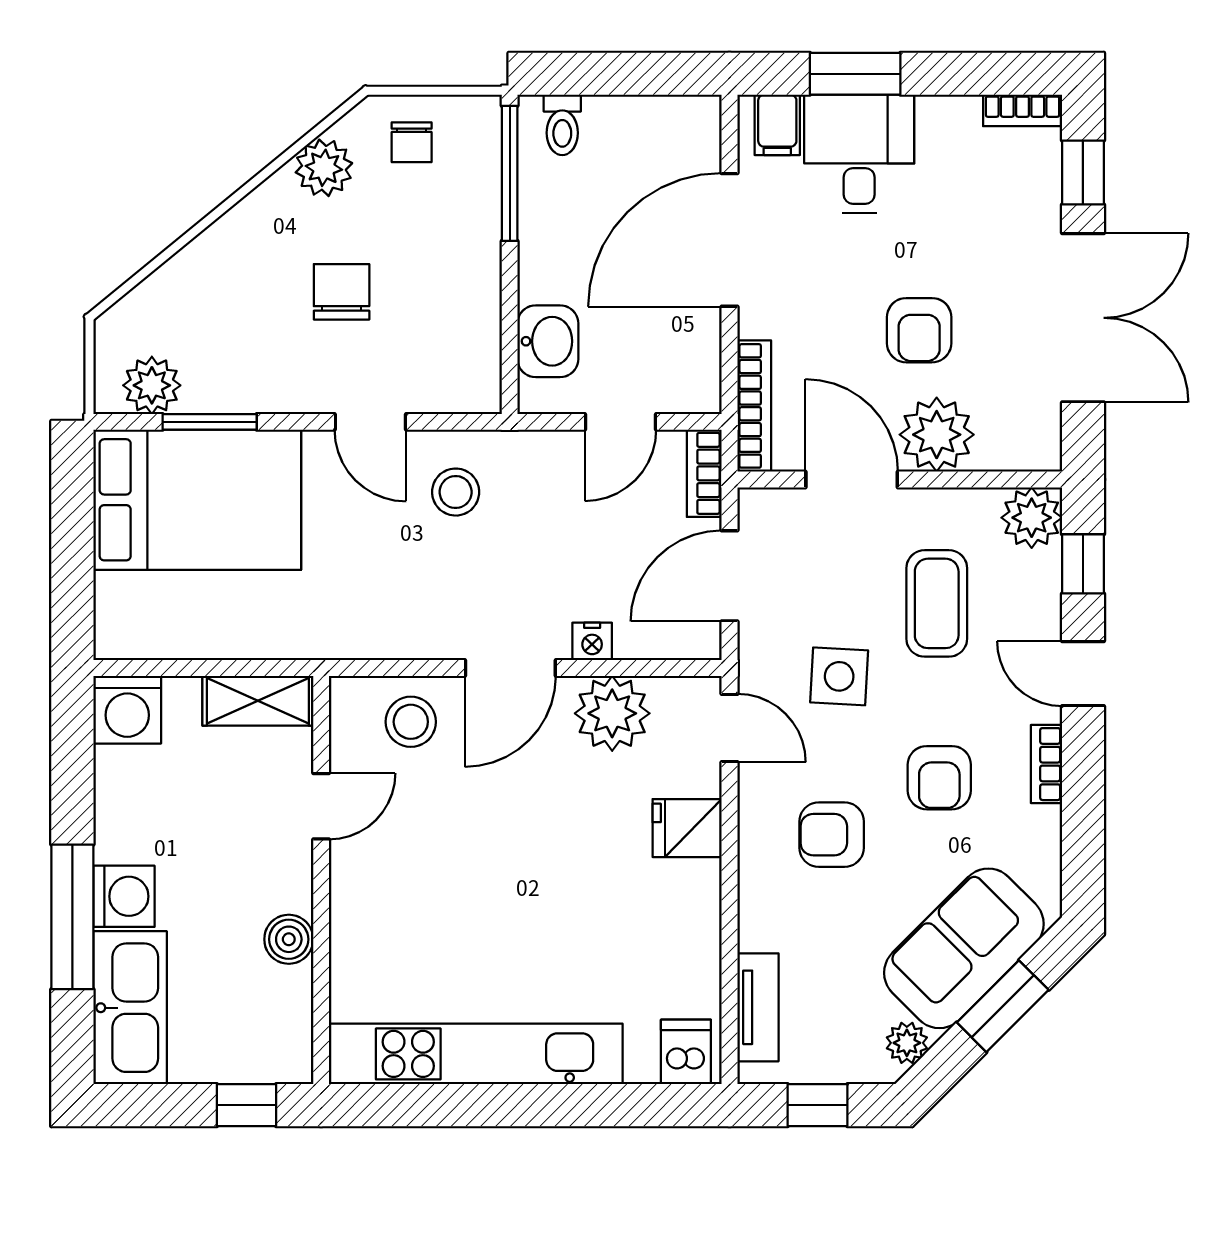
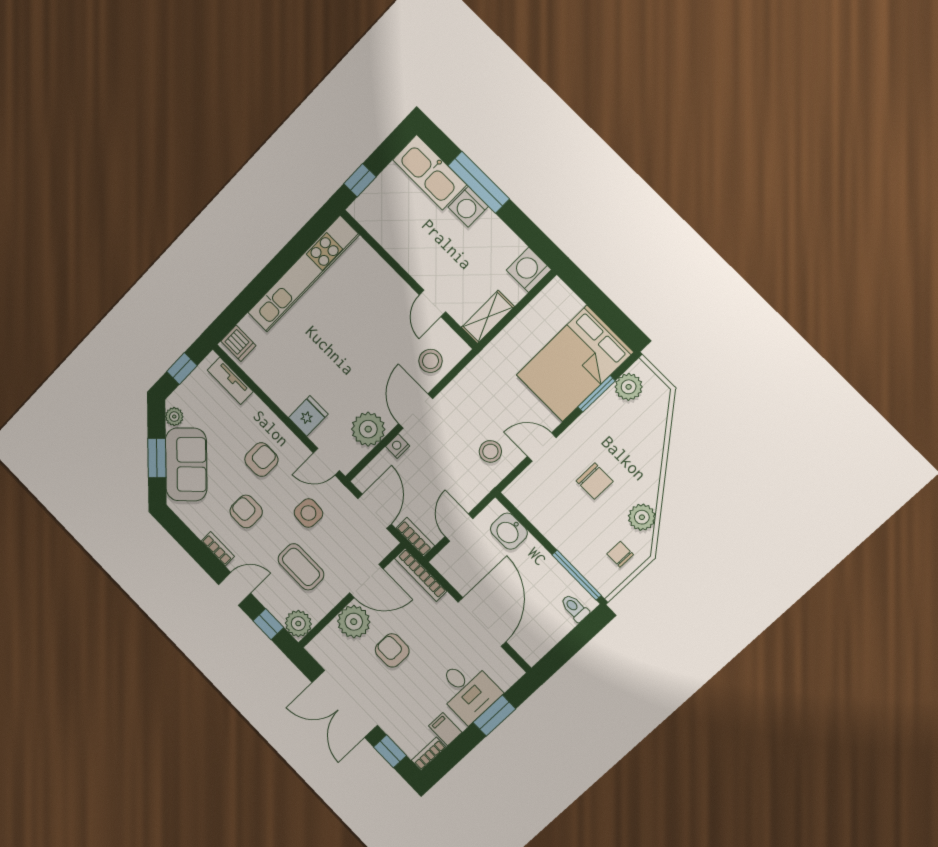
filing cabinet: (777, 125) -> (445, 729), moved
boiler: (289, 939) -> (400, 249), removed

